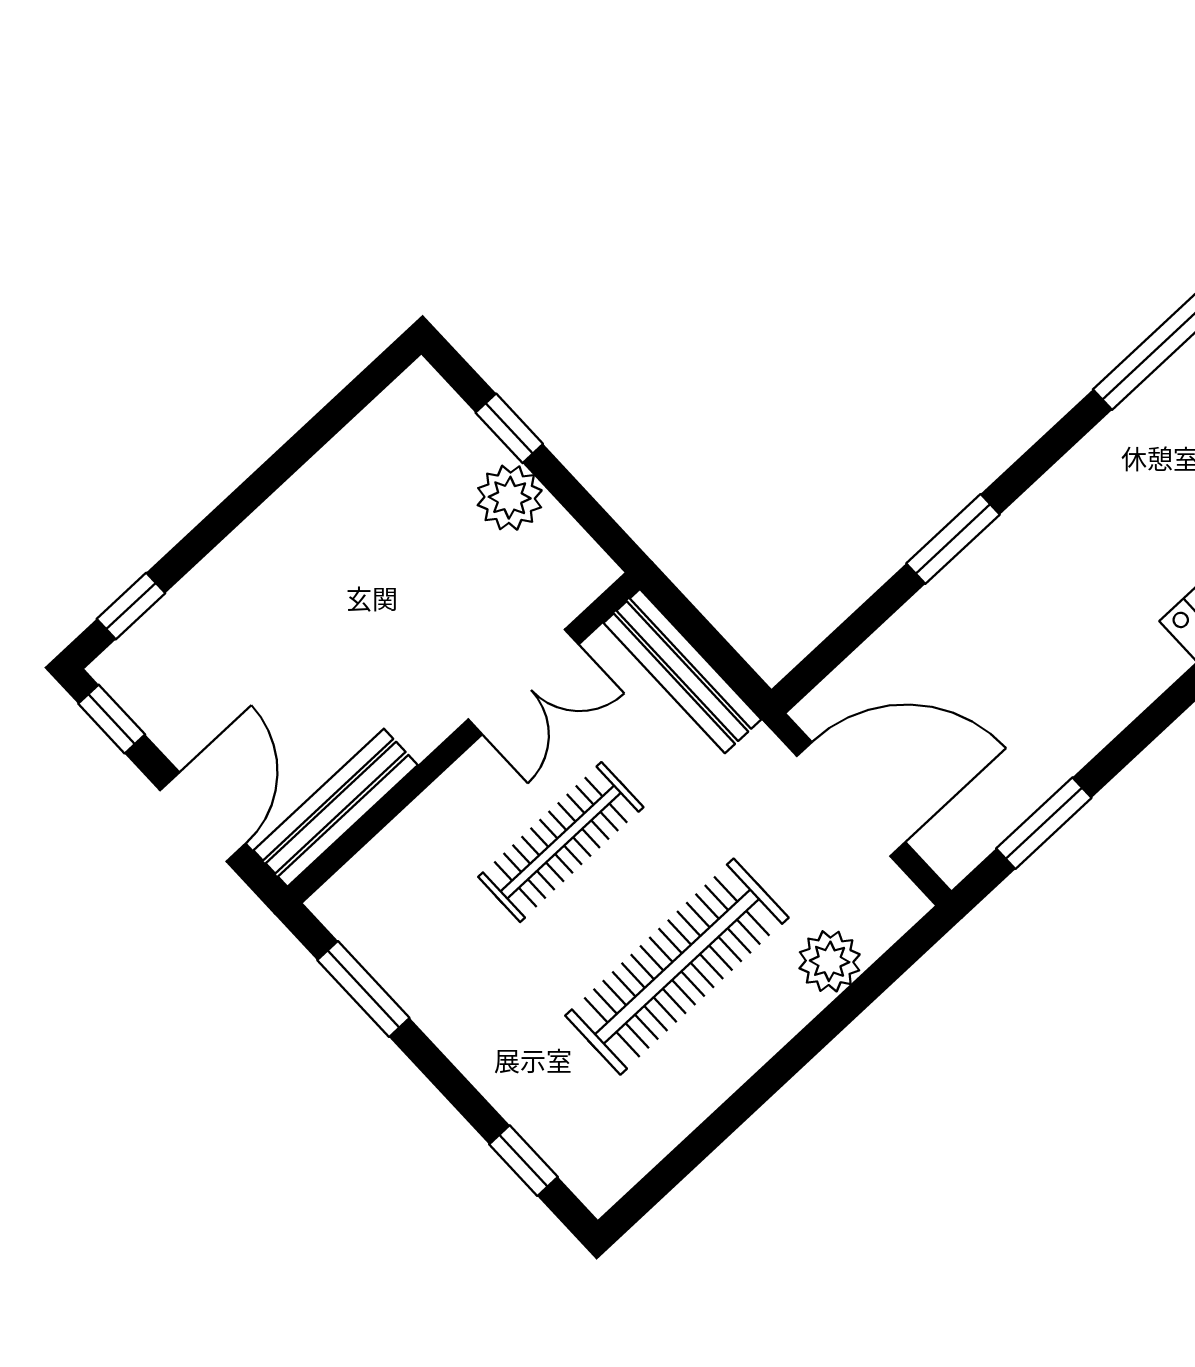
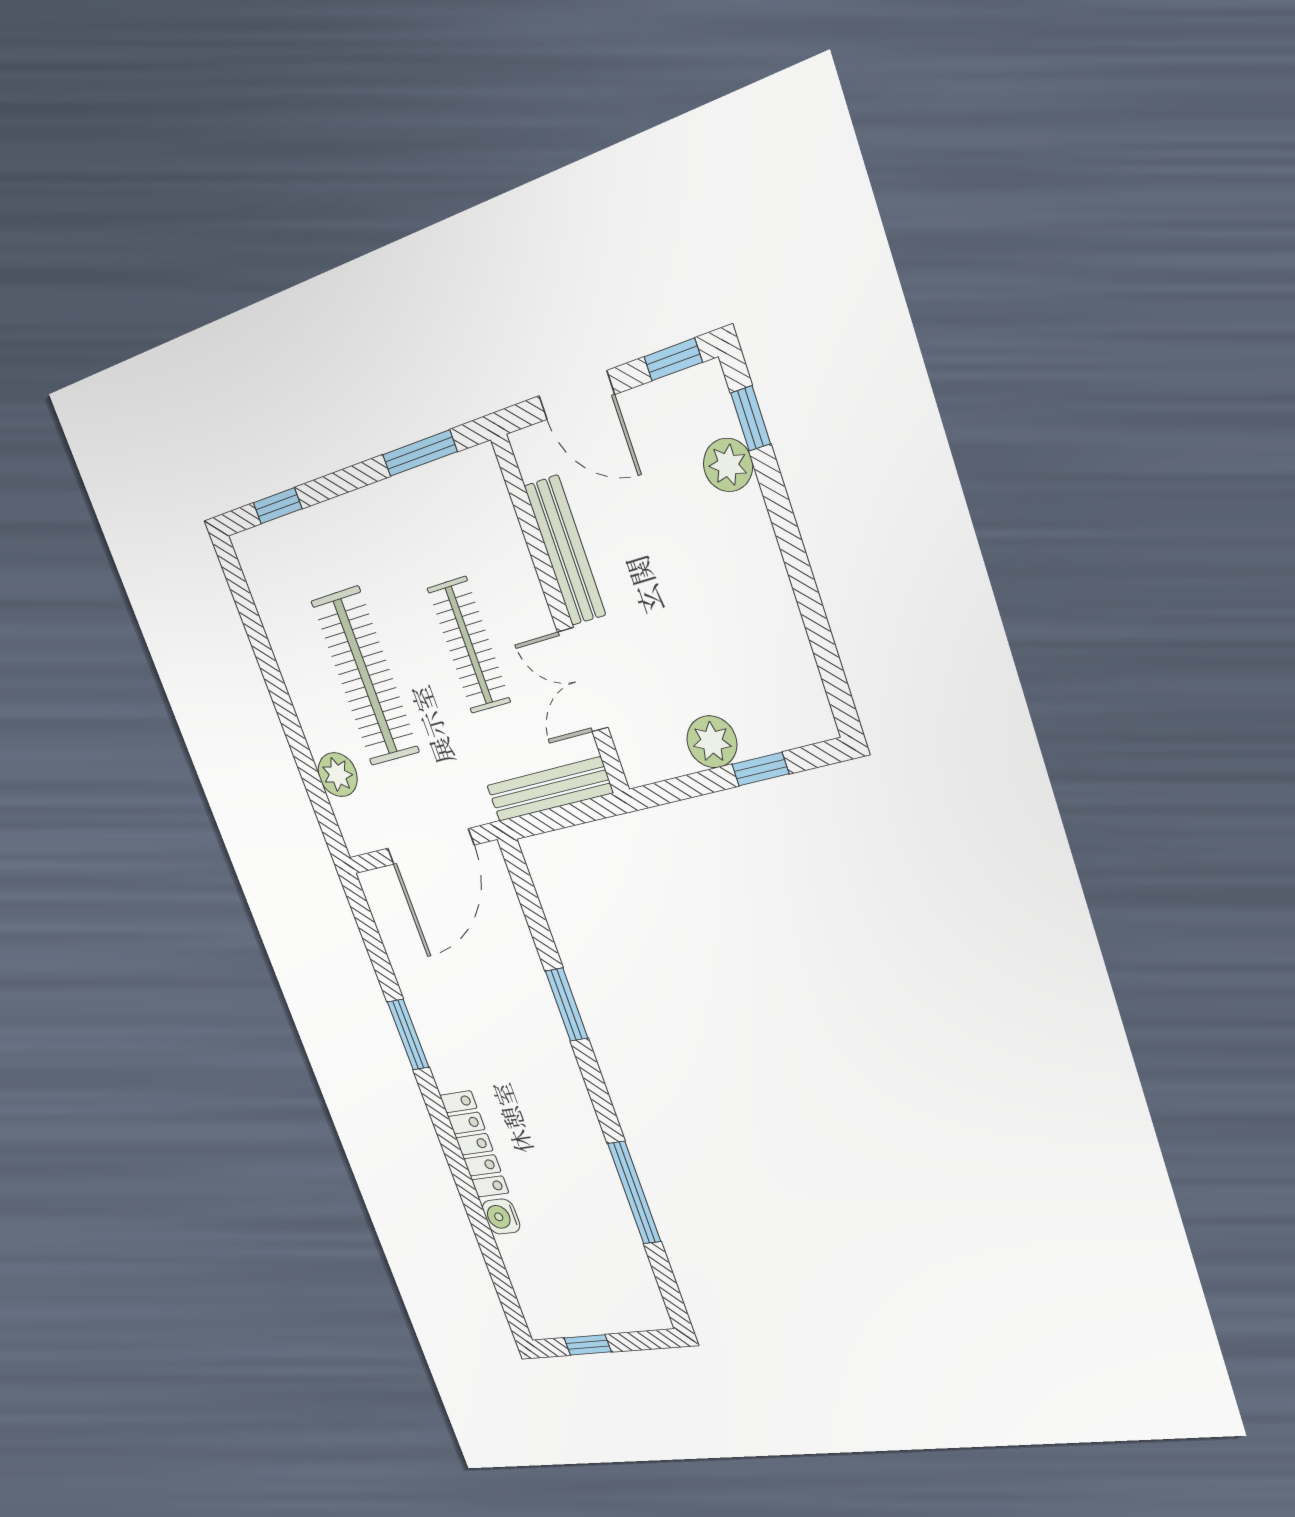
plant: (192, 610) -> (728, 465), added
bench: (336, 808) -> (565, 551), moved
window: (1044, 823) -> (408, 1035), moved

